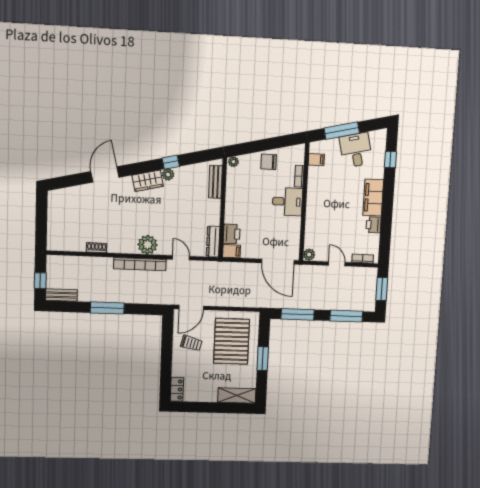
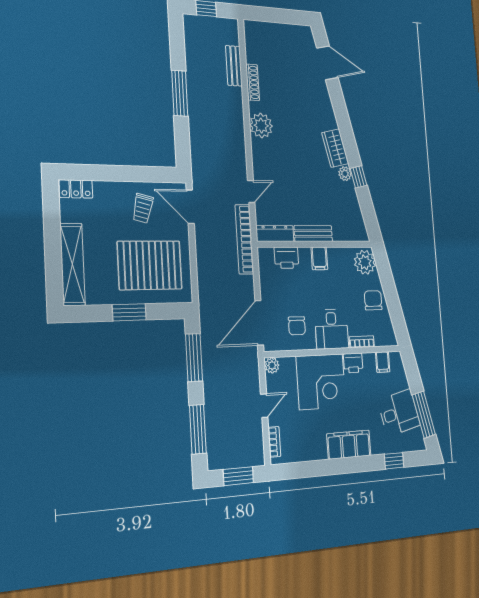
window: (342, 131) -> (424, 415), moved
plant: (233, 162) -> (365, 262), width x1.87, depth x1.87
door: (105, 174) -> (327, 63), moved
bench: (215, 182) -> (313, 233), moved
corner desk: (325, 216) -> (321, 382), added
printer: (374, 225) -> (353, 363), moved, turned 180
chair: (282, 231) -> (297, 326), added
plant: (148, 245) -> (261, 126), moved
shoe rack: (97, 248) -> (253, 82), width x1.43
filing cabinet: (232, 251) -> (319, 258), moved
bookcase: (140, 264) -> (244, 239), moved
bench: (61, 295) -> (234, 66), moved
shelving: (237, 396) -> (72, 264), width x1.47

